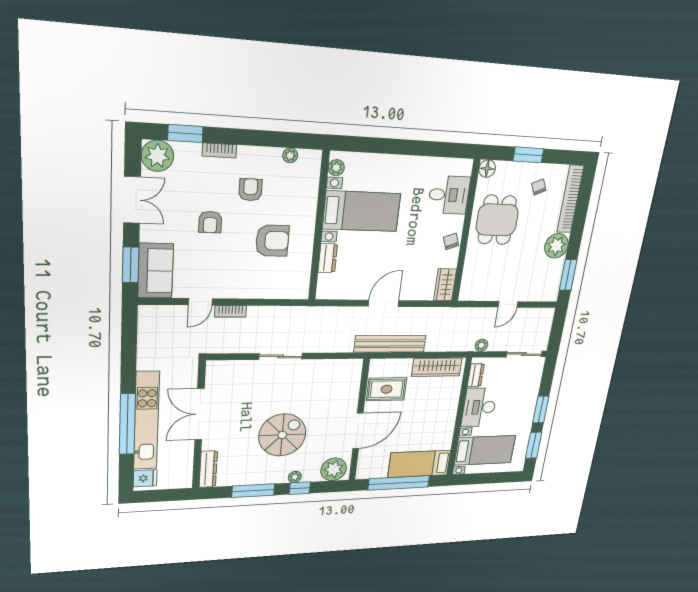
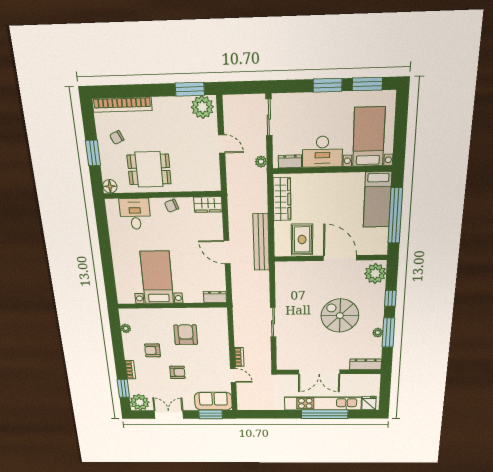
plant: (336, 168) -> (129, 298), removed
plant: (556, 246) -> (202, 107), moved
dresser: (328, 258) -> (215, 297), moved
plant: (295, 477) -> (378, 333), moved

